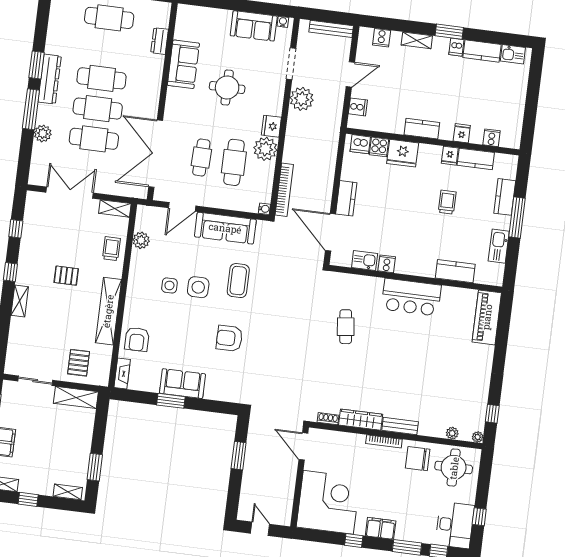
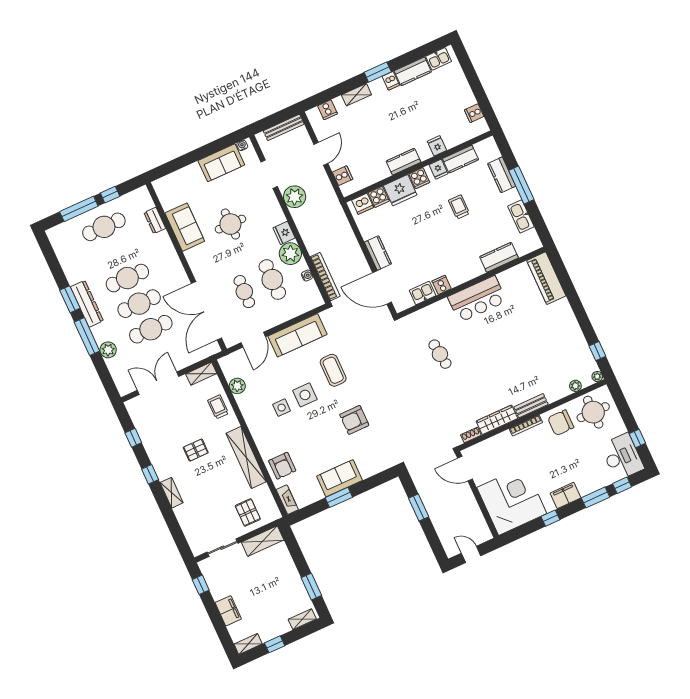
cooker: (492, 138) -> (474, 113), moved, turned -90
cooker: (427, 153) -> (419, 178), added
water cooler: (264, 209) -> (307, 276), moved

